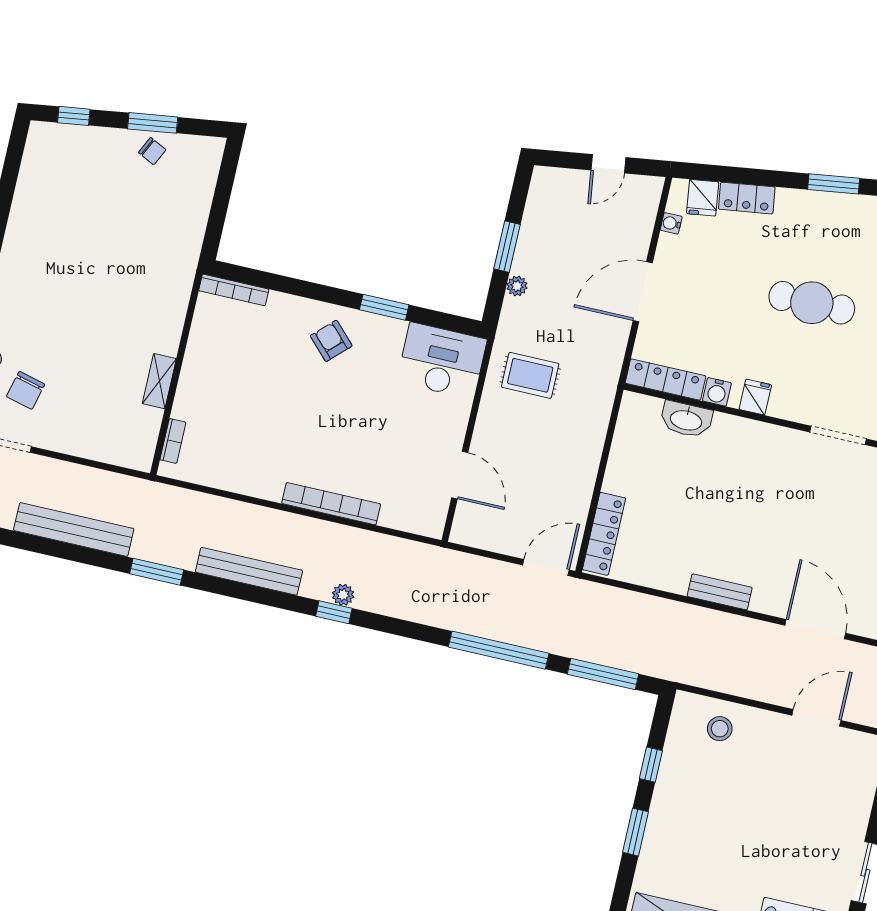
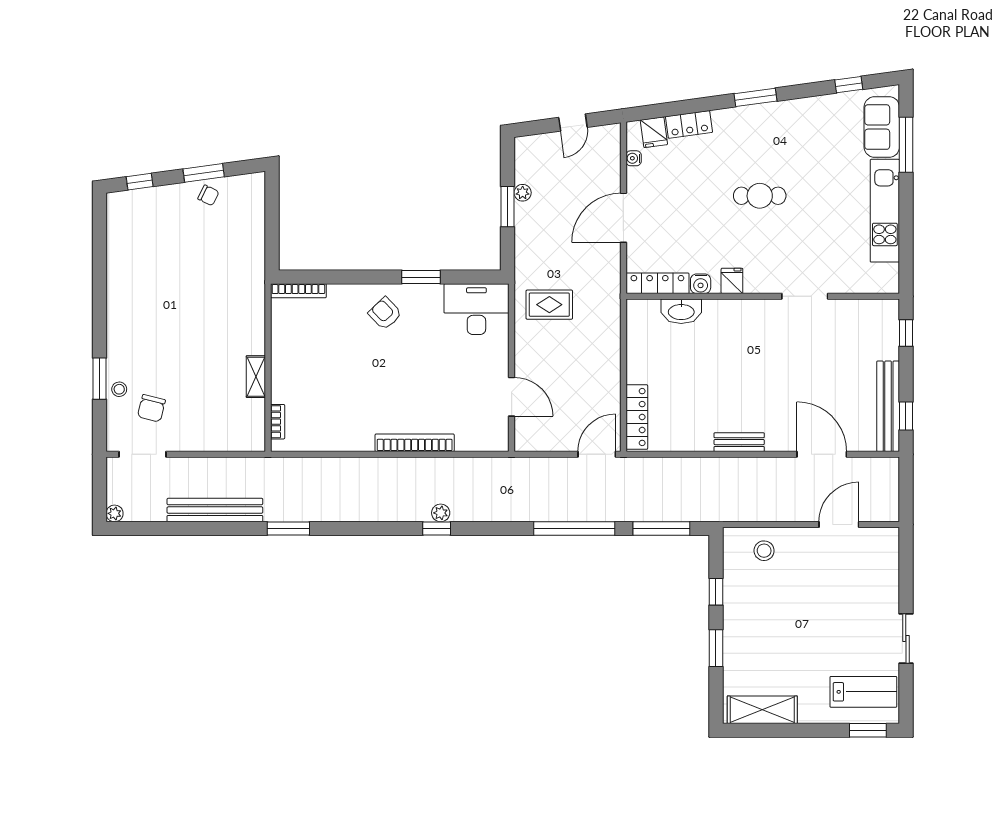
plant: (517, 286) -> (523, 193), moved
cafe table: (812, 303) -> (760, 196), width x0.73, depth x0.74
bench: (249, 571) -> (362, 511), removed

